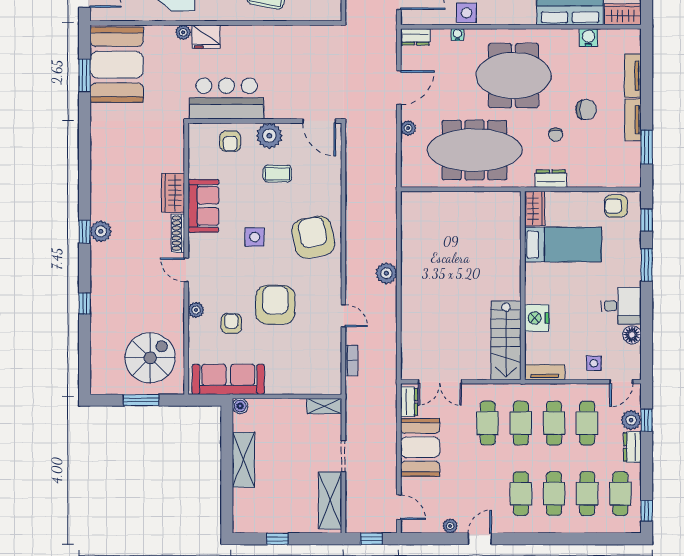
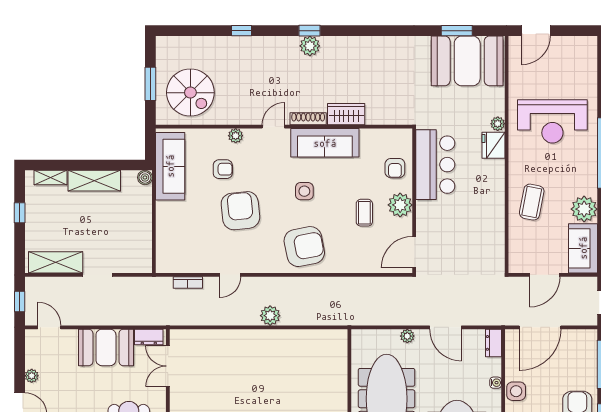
armchair: (230, 141) -> (395, 168), turned -90
sofa: (203, 206) -> (325, 143), width x1.36
armchair: (275, 305) -> (240, 211), turned -96
shelving: (324, 406) -> (50, 178), moved, turned 90
door: (399, 507) -> (49, 327), swing flipped

